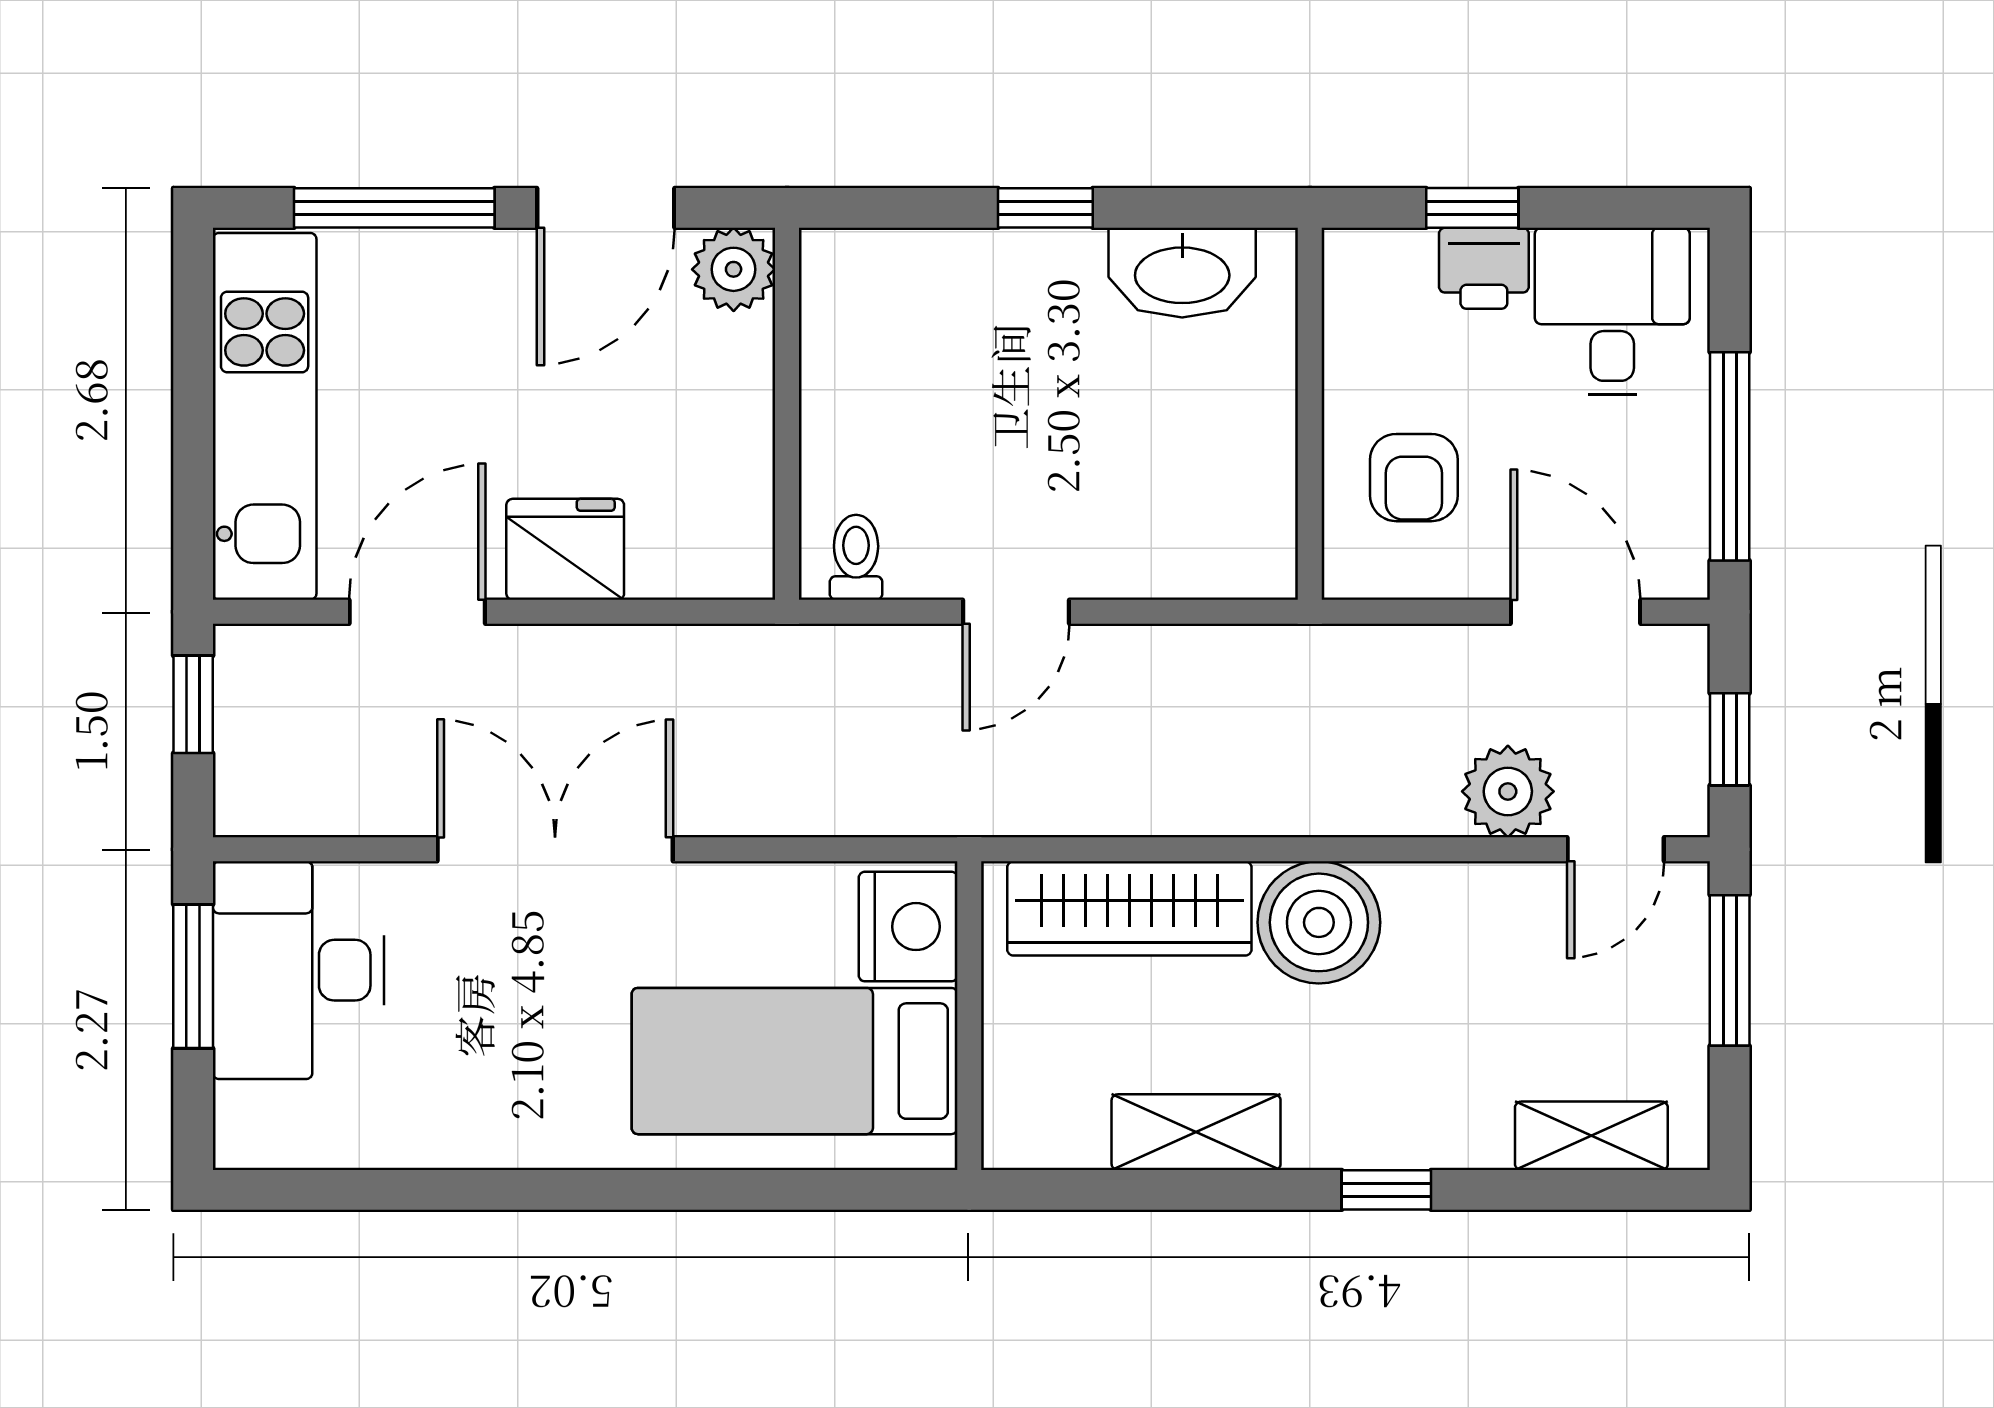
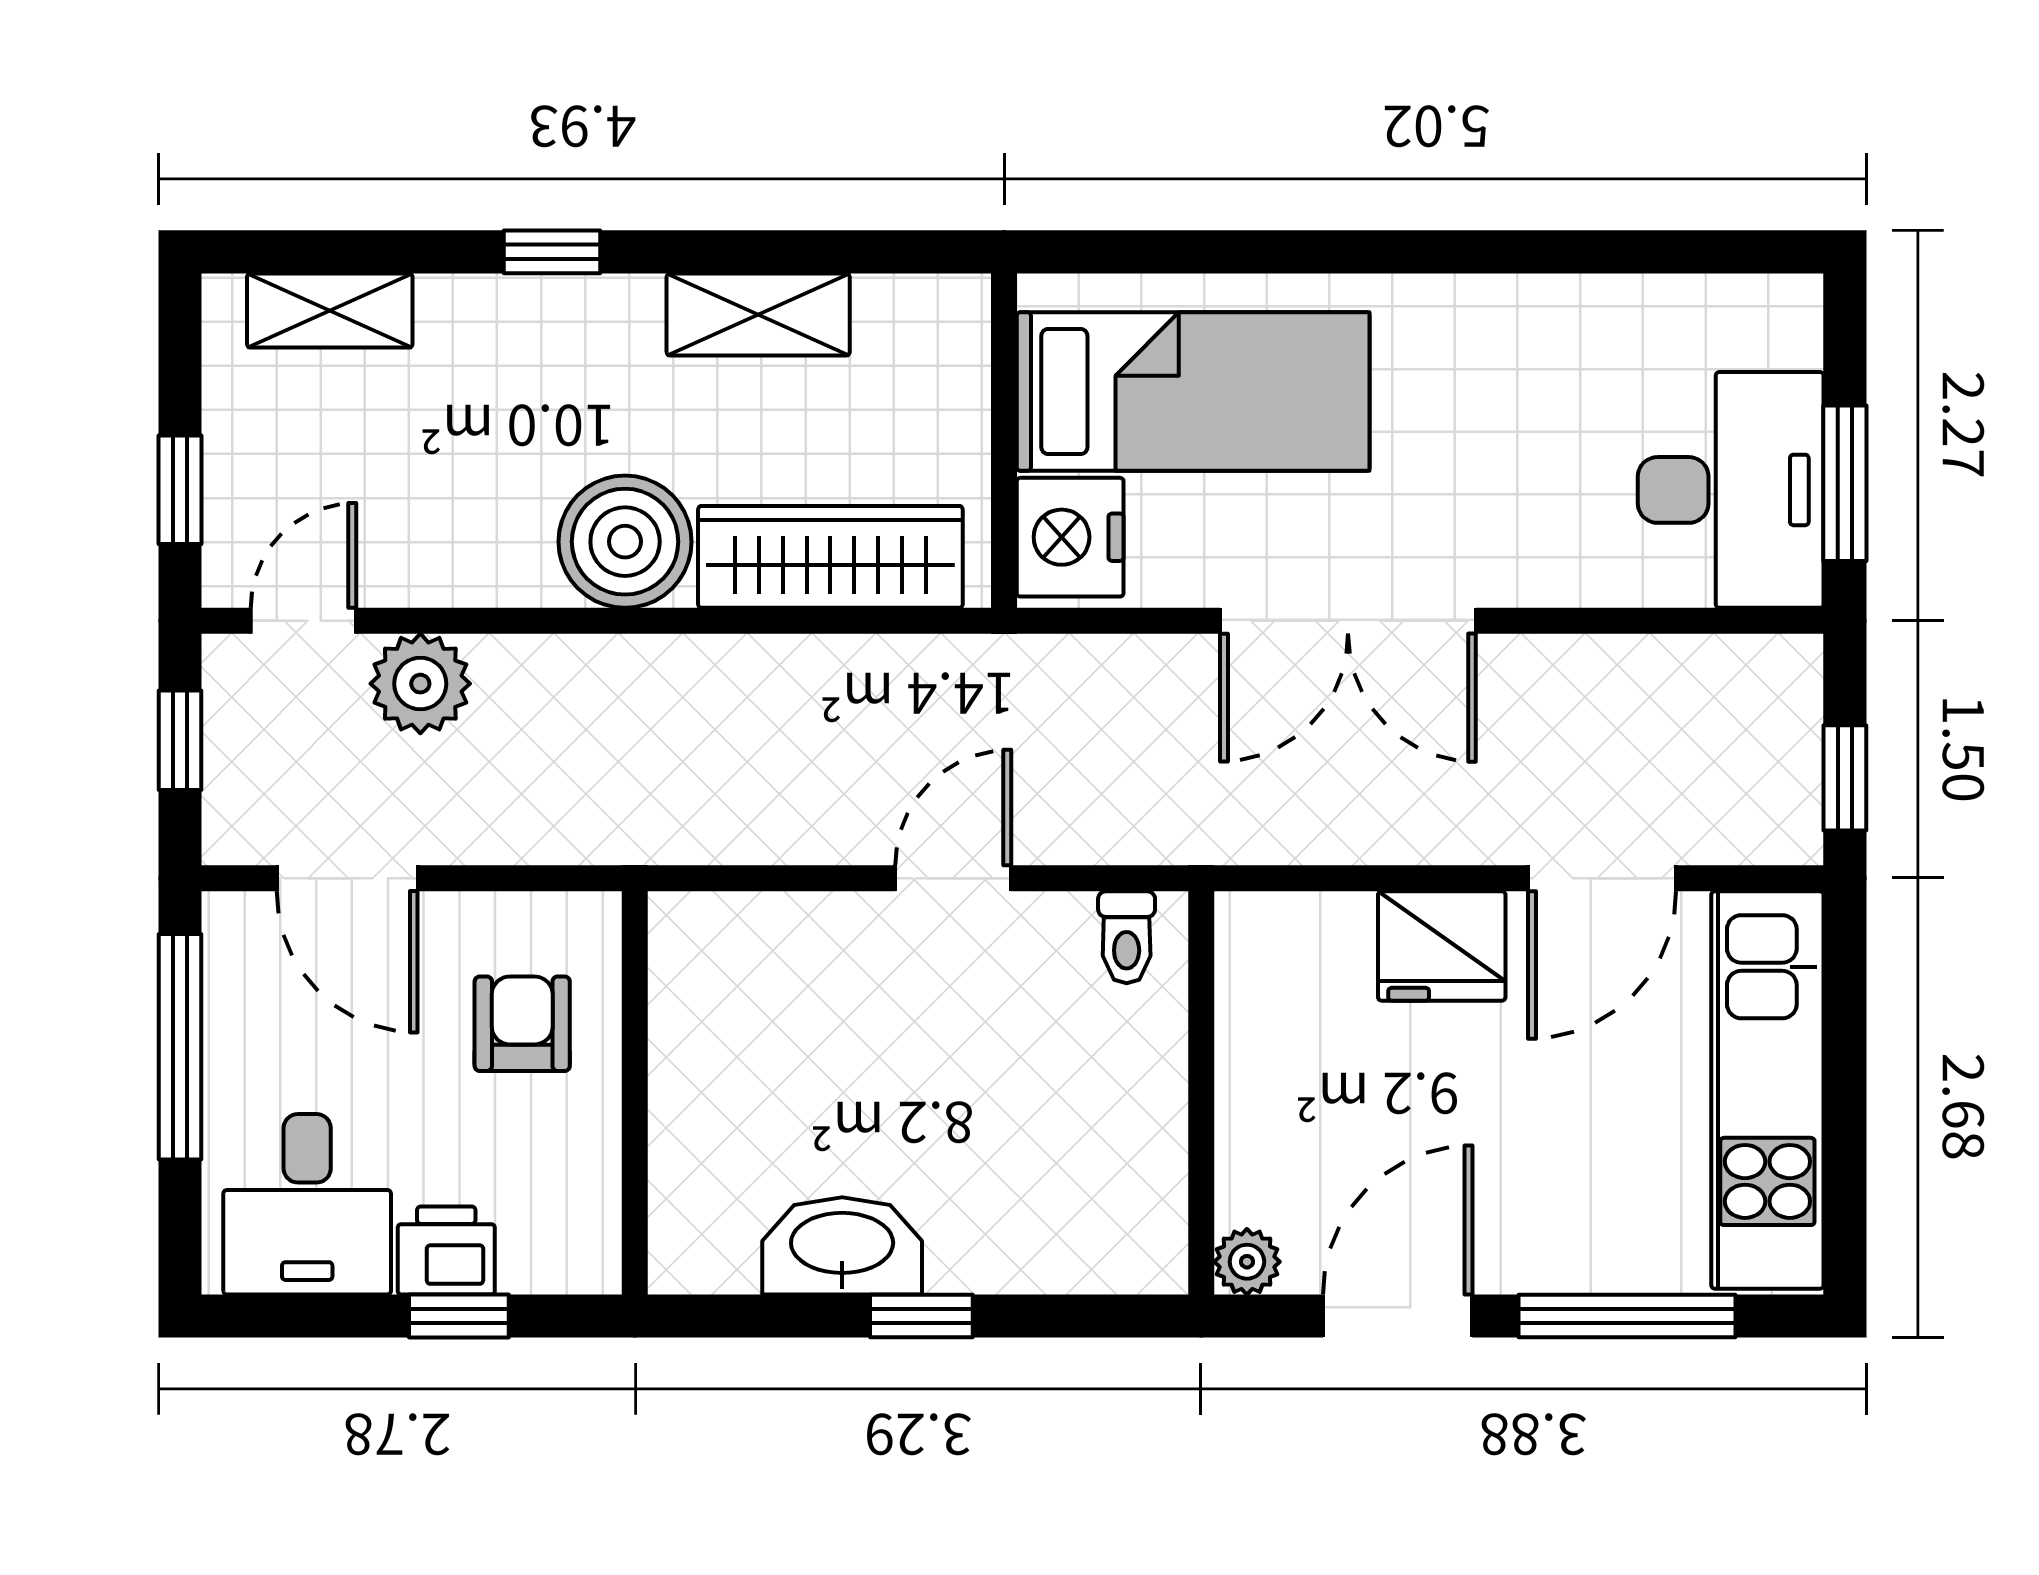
plant: (734, 269) -> (1247, 1262), width x0.73, depth x0.73
washbasin: (1182, 273) -> (842, 1246), moved
double door: (555, 849) -> (1348, 621), moved
window: (1730, 970) -> (180, 490), width x0.67

